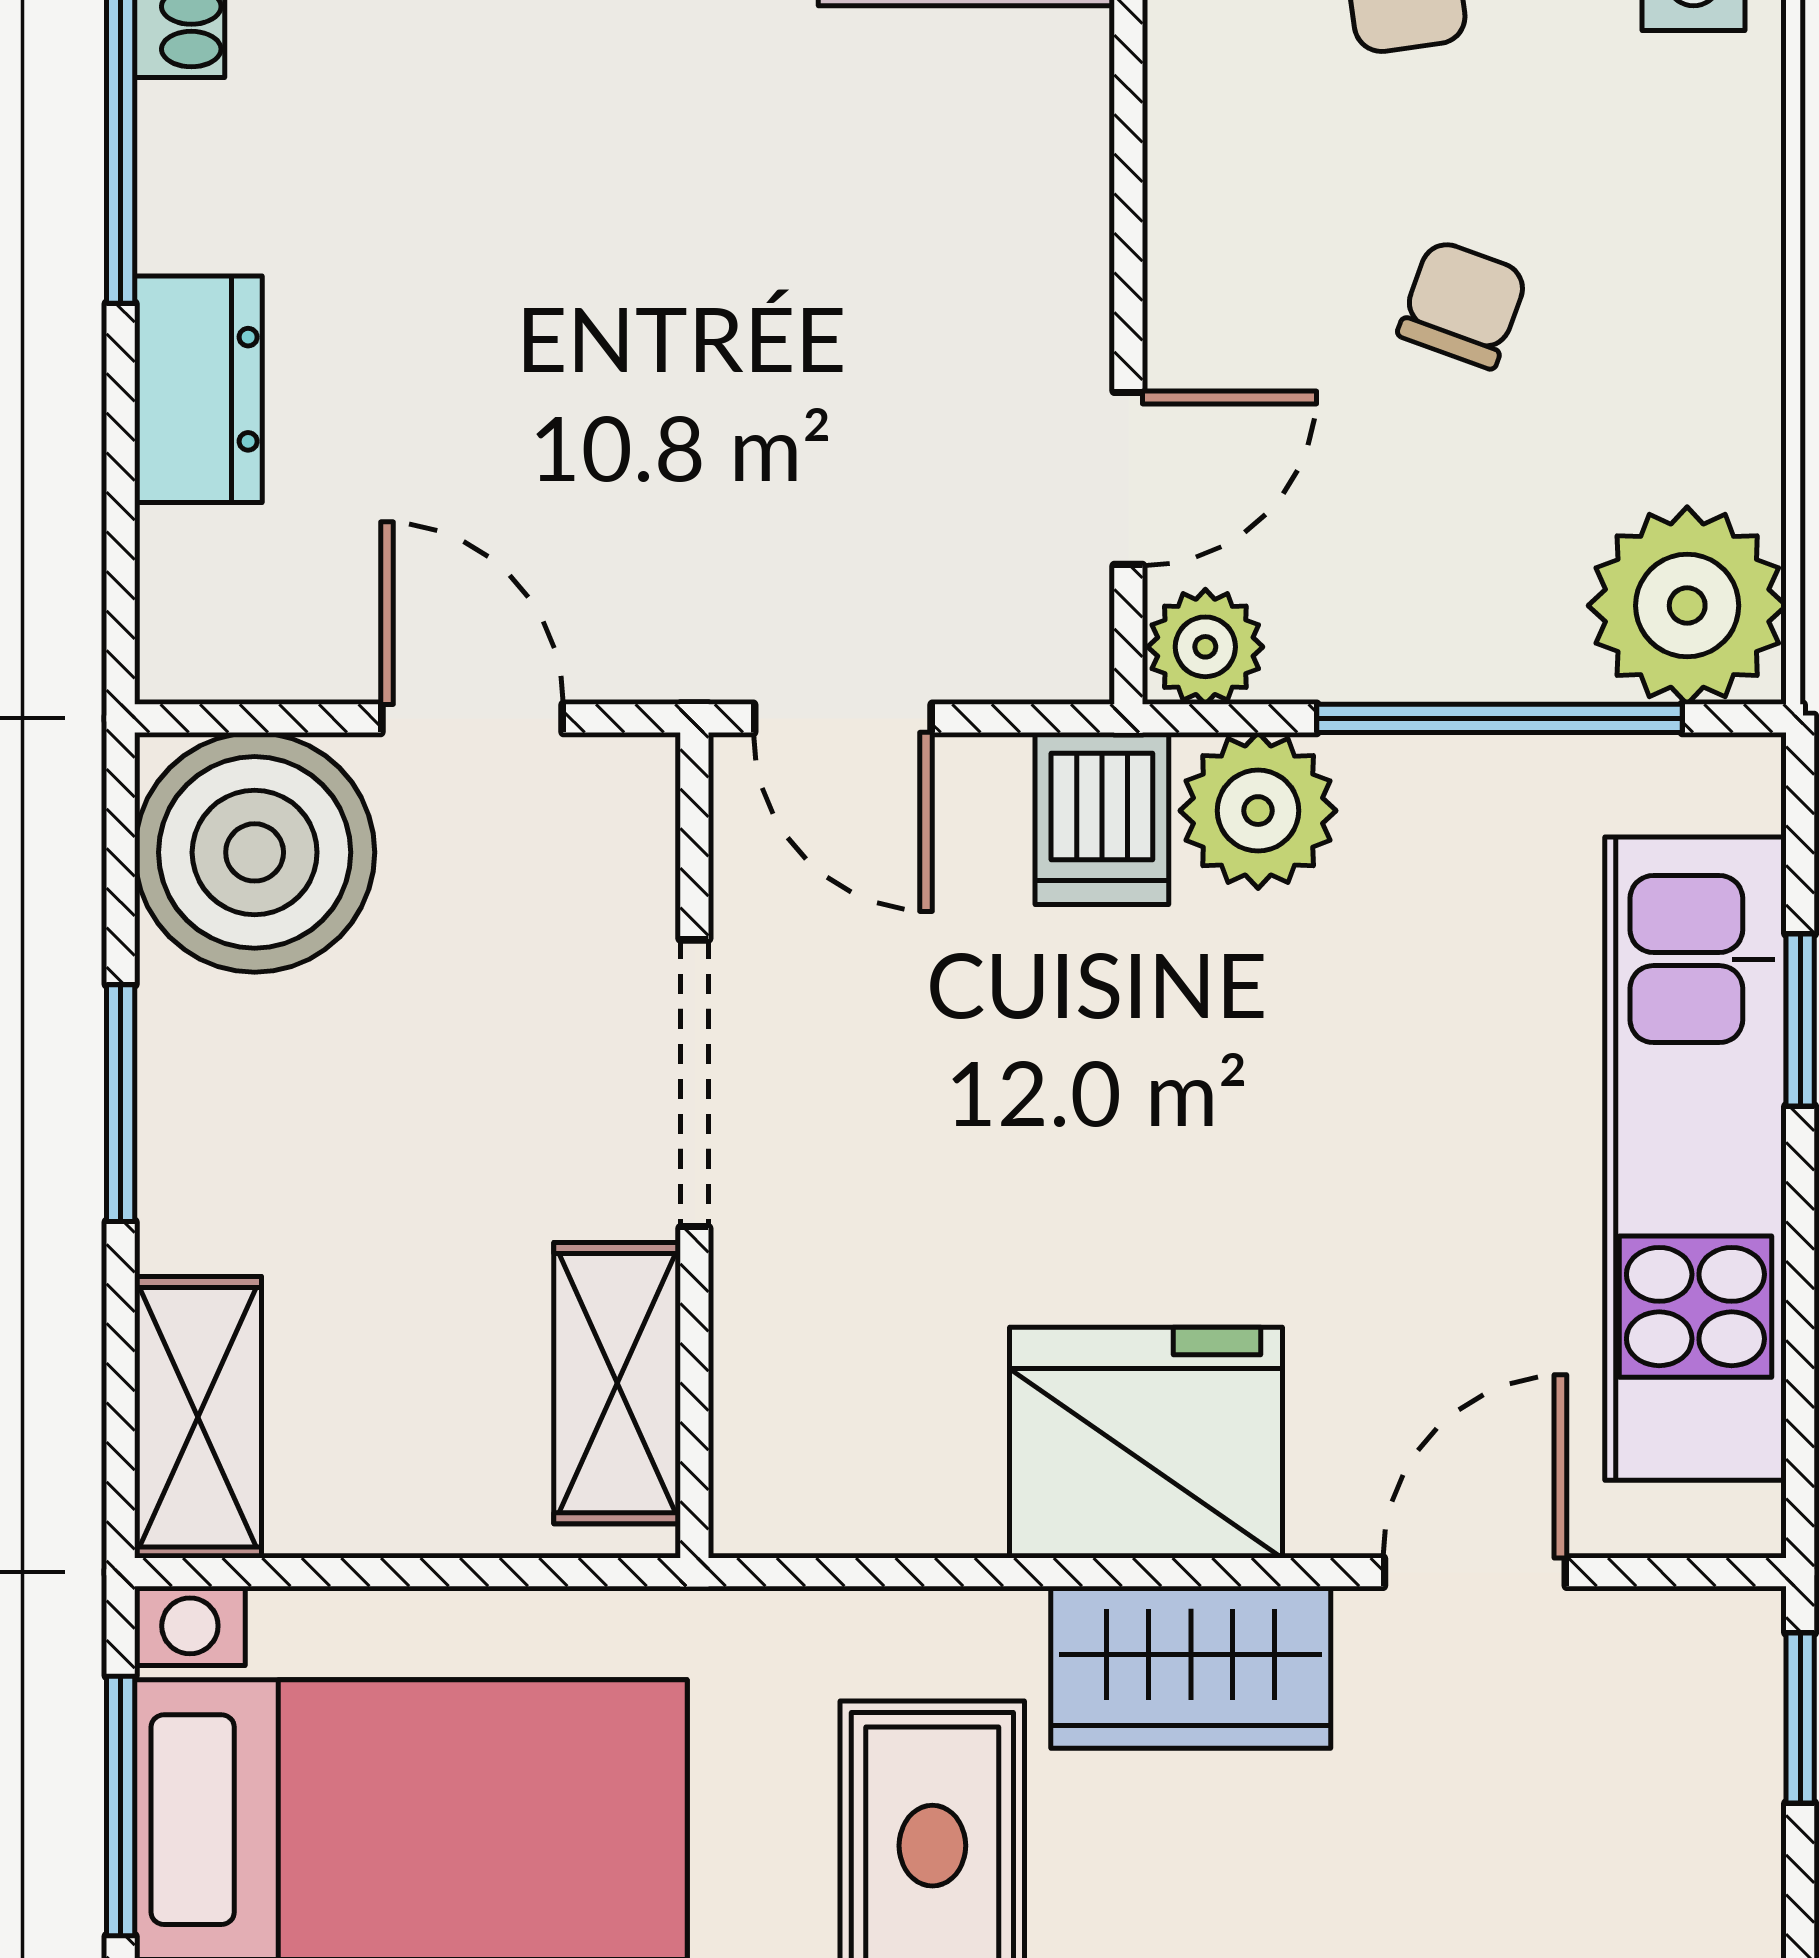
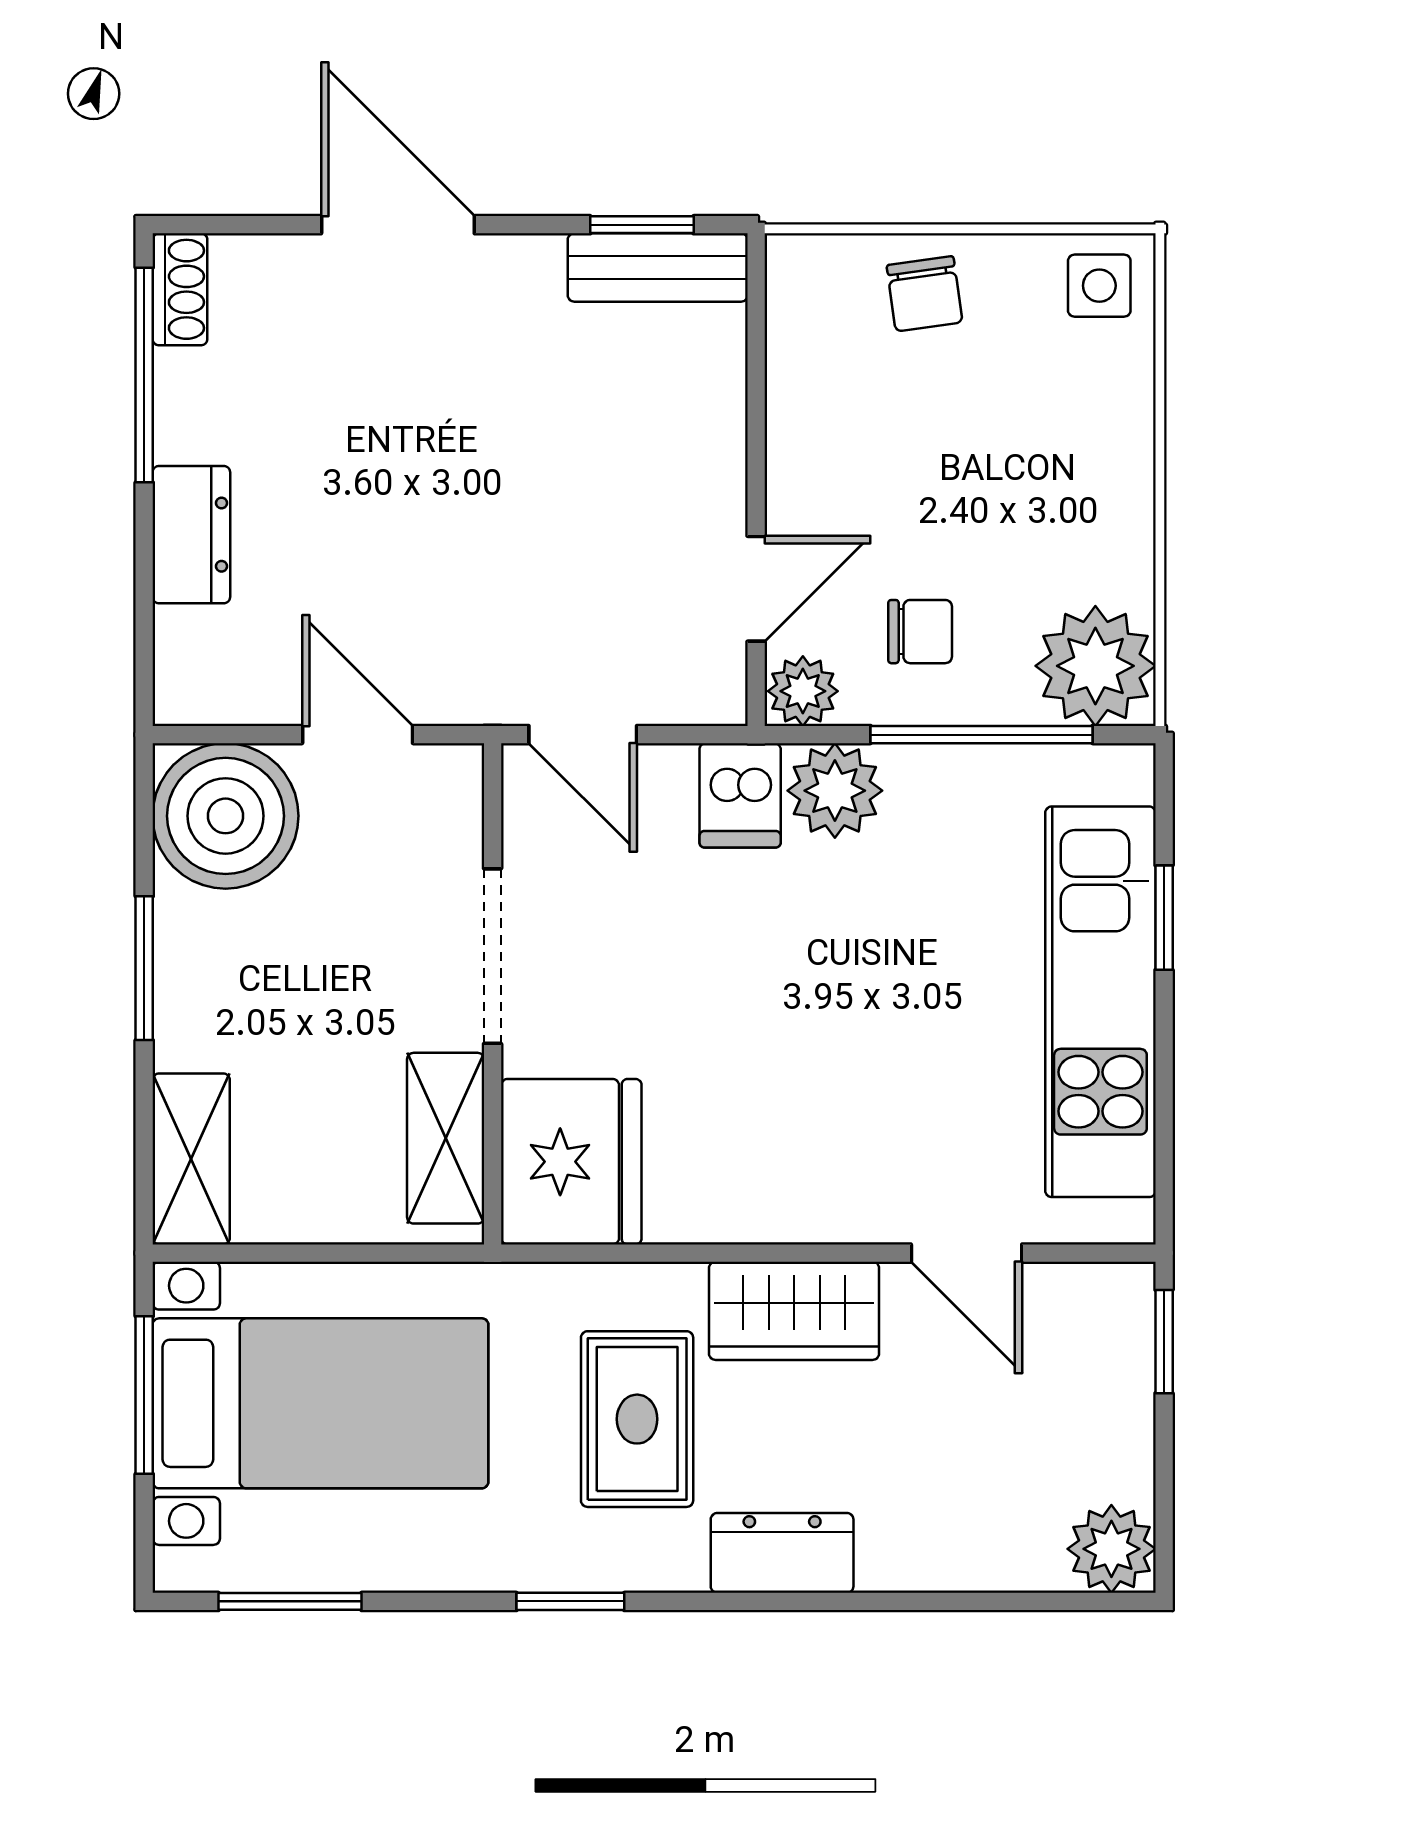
chair: (1463, 304) -> (920, 632), moved, turned 70
fridge: (1146, 1443) -> (571, 1162), moved, turned 90
door: (1475, 1572) -> (967, 1253), swing flipped

